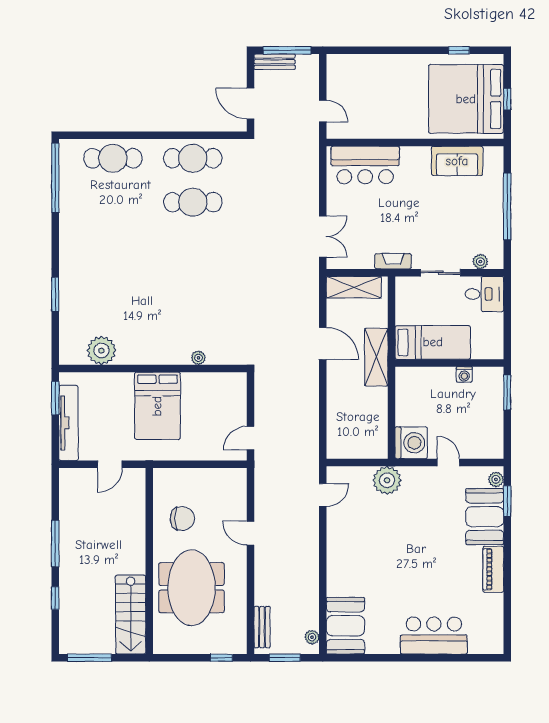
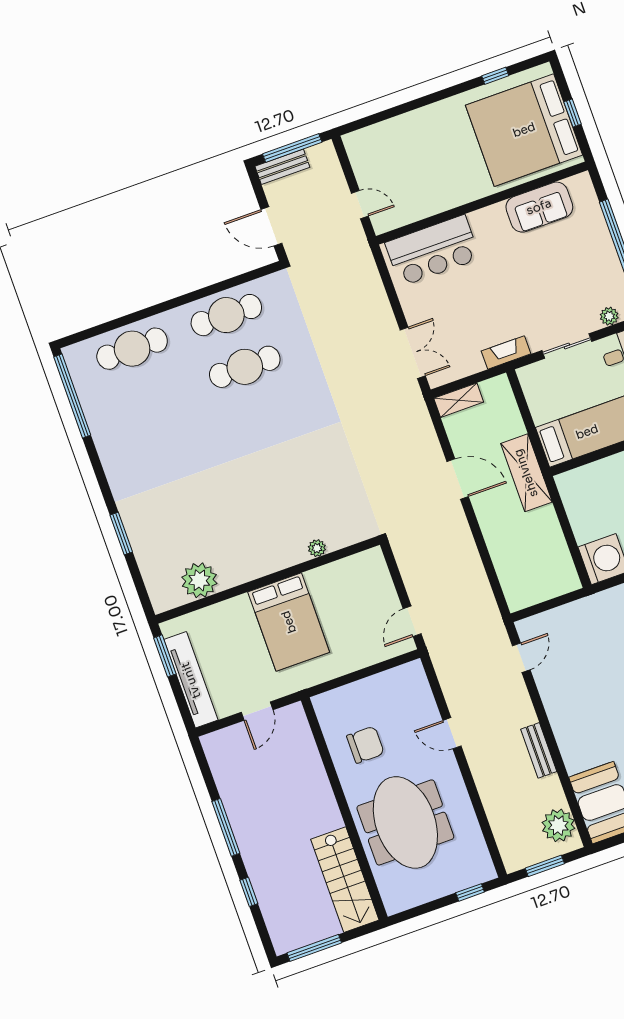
shelving: (354, 287) -> (459, 400), width x0.67, depth x0.75
plant: (387, 480) -> (591, 613), removed
bench: (262, 627) -> (539, 750), moved
plant: (312, 637) -> (558, 825), width x1.88, depth x1.88

